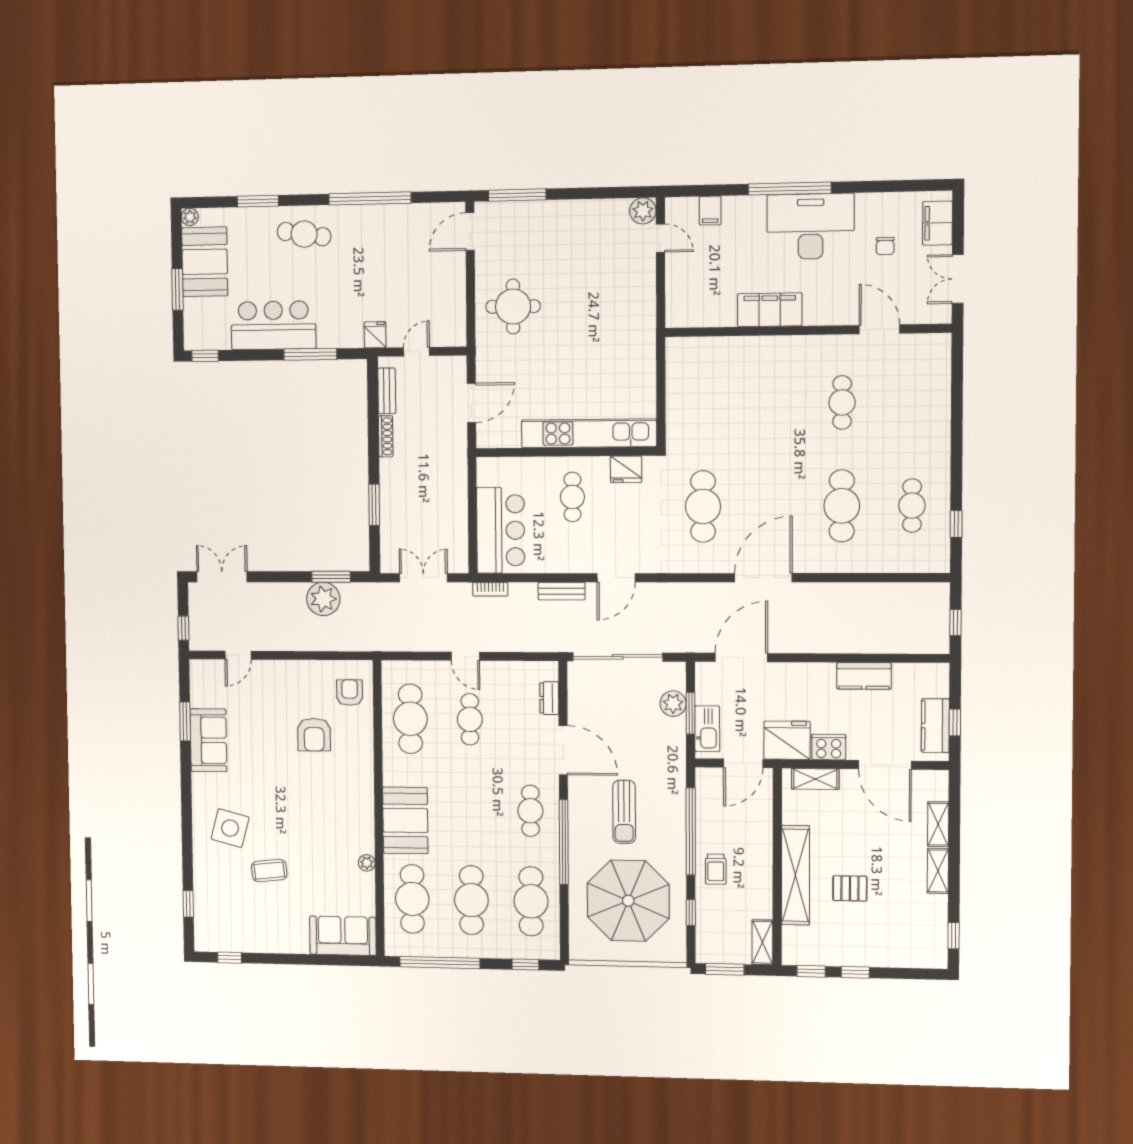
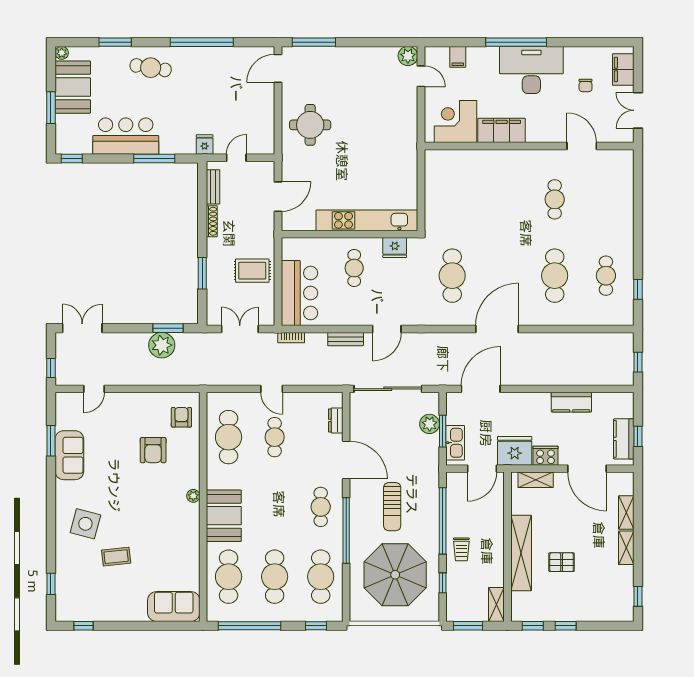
corner desk: (707, 299) -> (455, 122), added
rug: (439, 501) -> (252, 271), added
plant: (367, 863) -> (193, 496), moved

